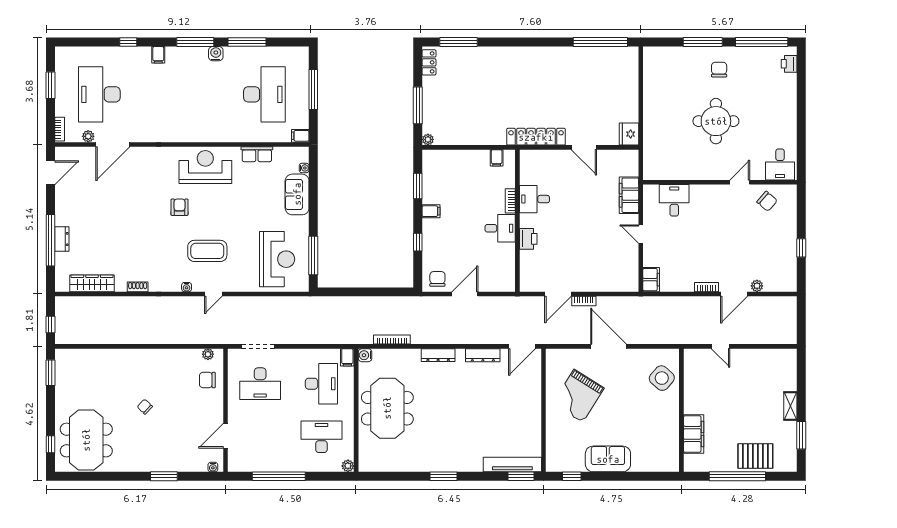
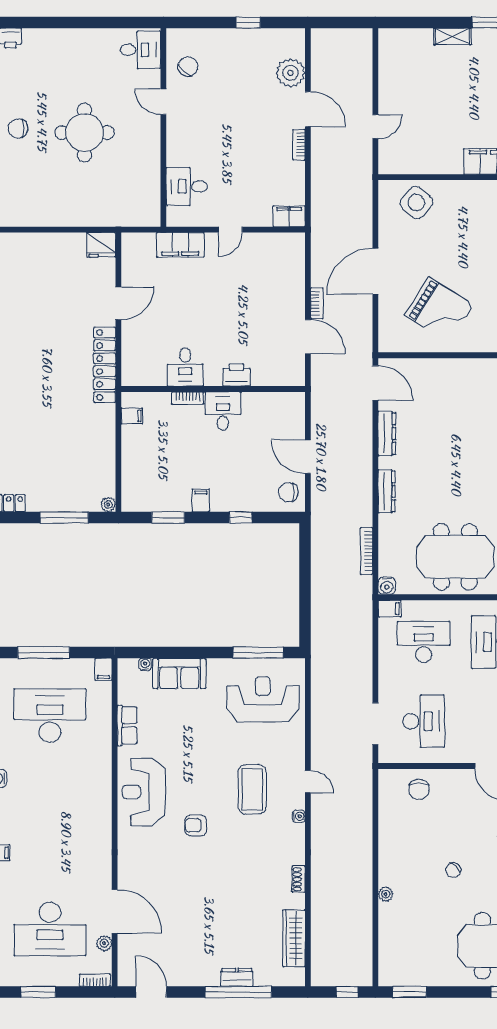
plant: (757, 286) -> (290, 73), width x1.88, depth x1.88
plant: (208, 354) -> (386, 894), moved

